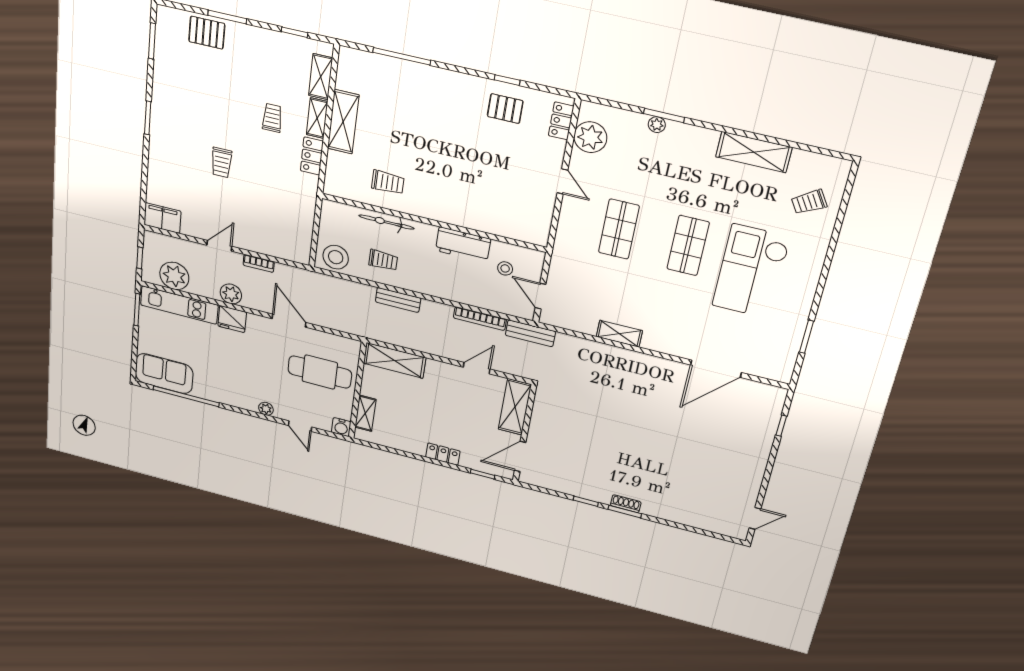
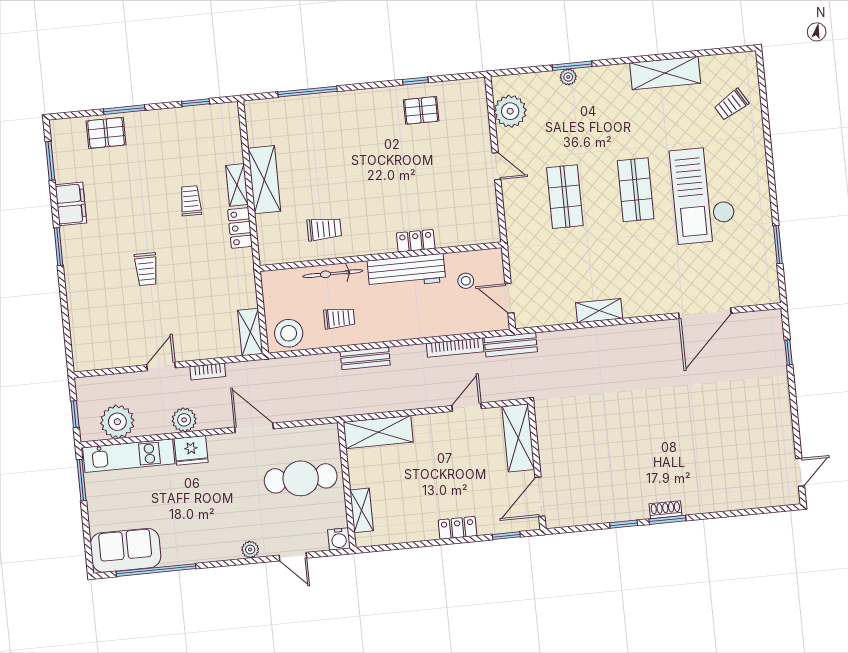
shelving: (321, 77) -> (250, 332), moved
locker: (561, 121) -> (416, 241), moved, turned 90
filing cabinet: (162, 218) -> (71, 204), moved, turned 90
workbench: (463, 245) -> (406, 271), width x1.37

